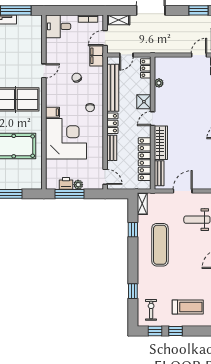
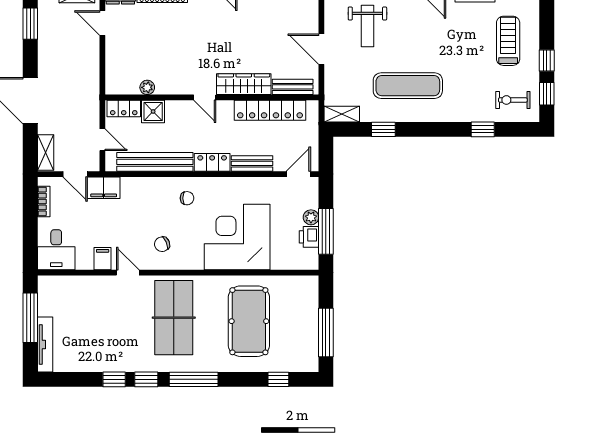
chair: (77, 78) -> (162, 244), moved
shower: (144, 102) -> (153, 111), moved
filing cabinet: (53, 112) -> (103, 259), moved

